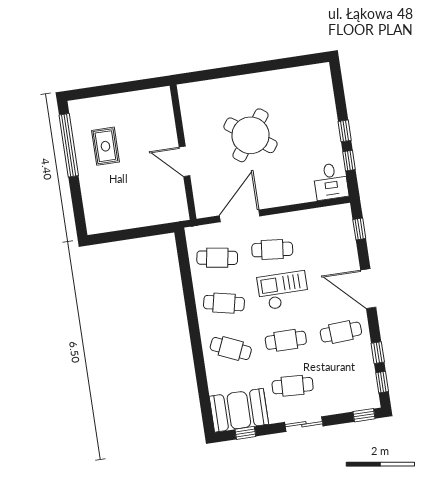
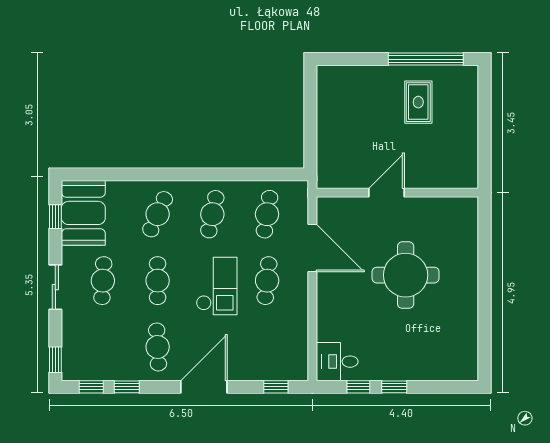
round table: (251, 135) -> (406, 275), turned -36
rug: (105, 146) -> (418, 102), turned 90

